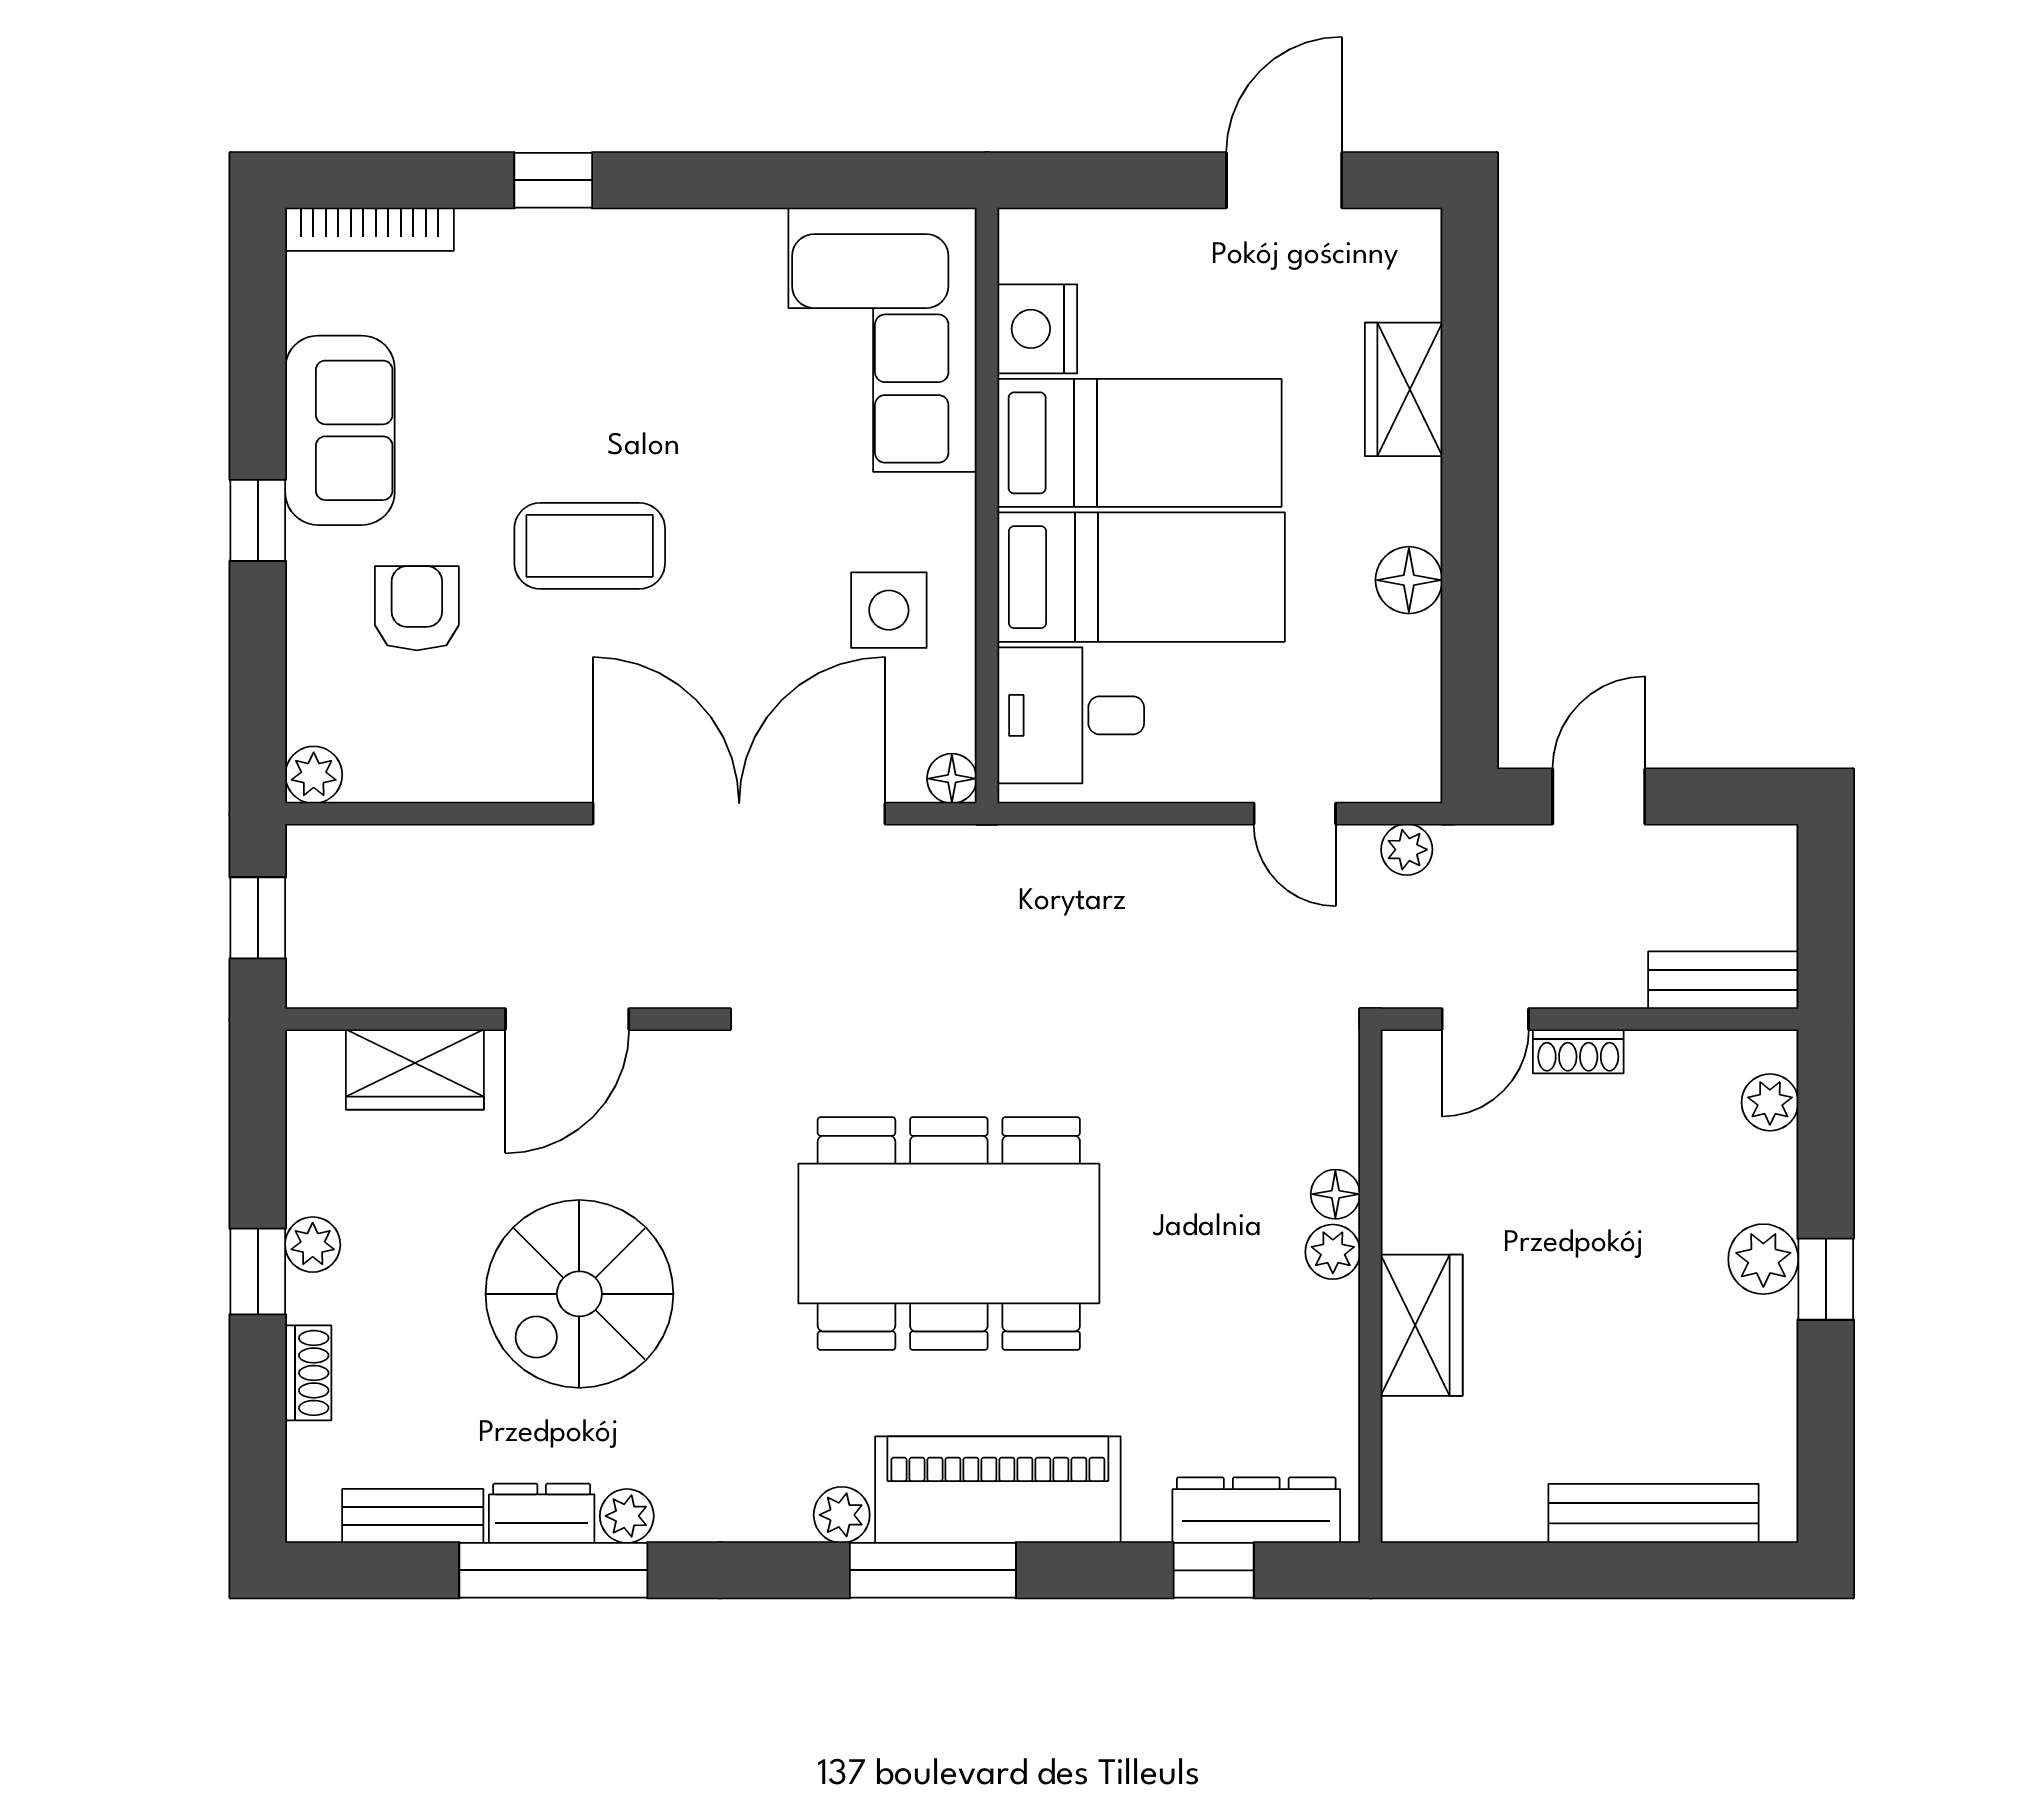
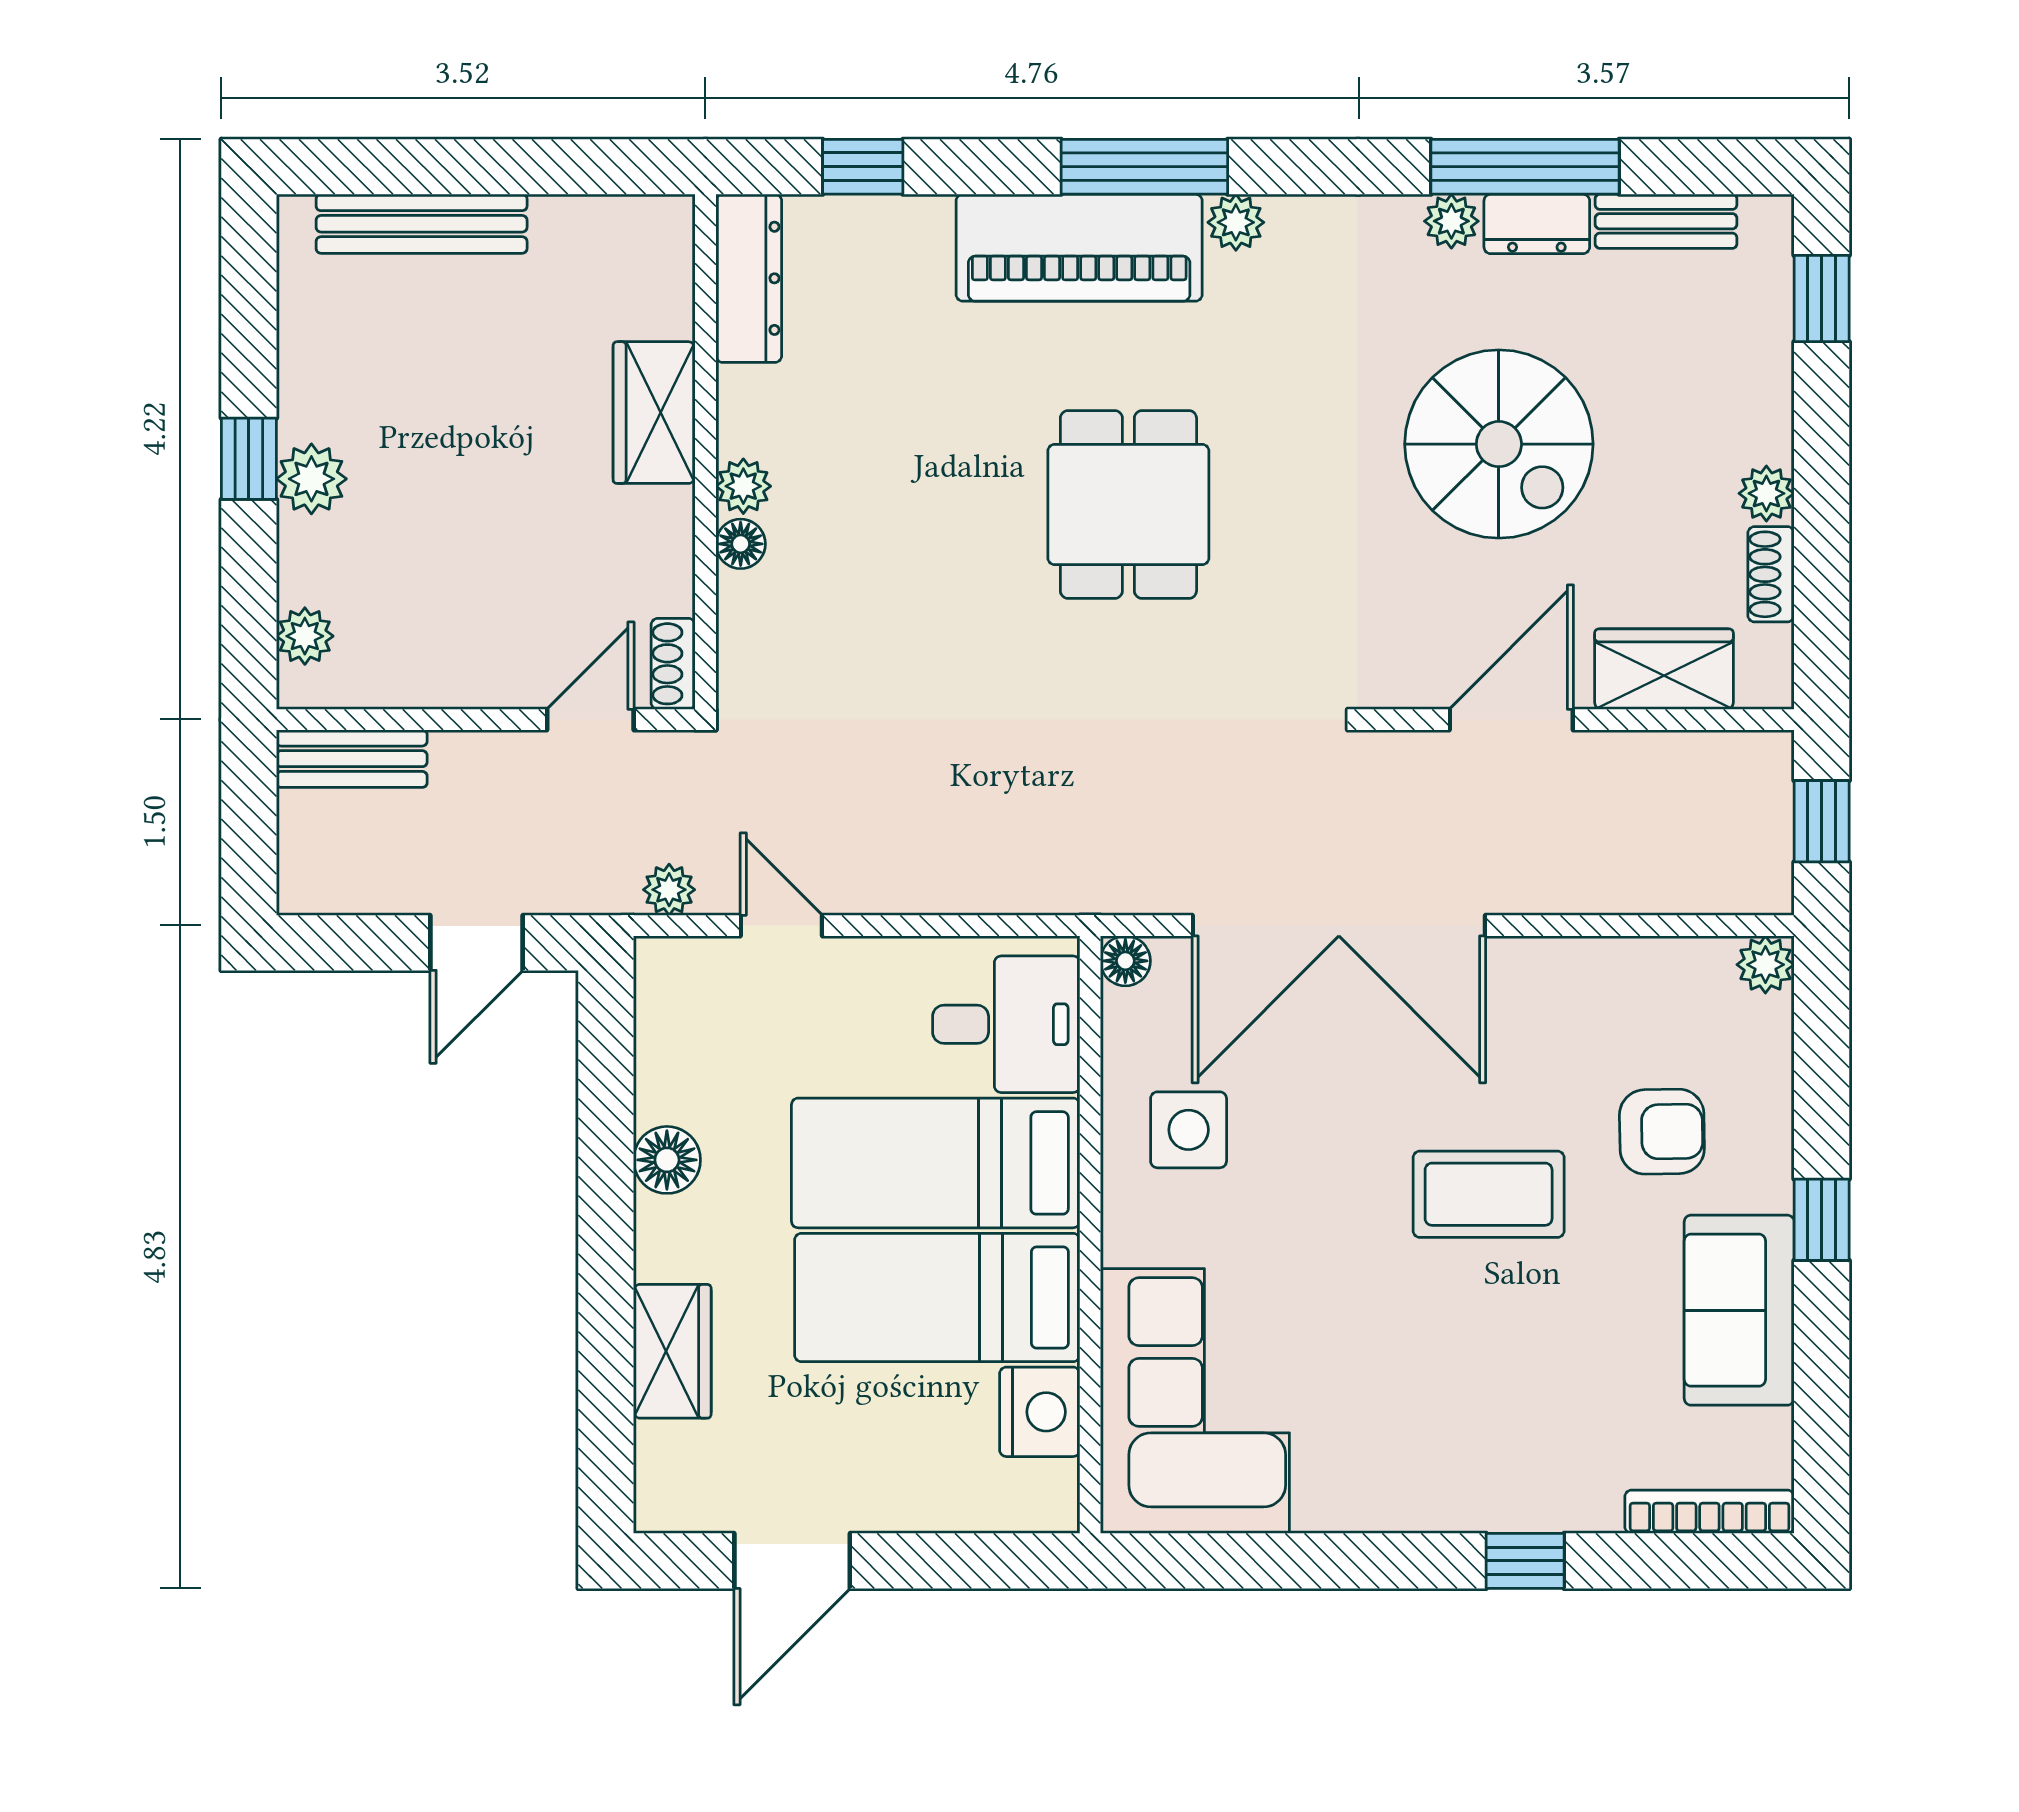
armchair: (417, 608) -> (1662, 1132), turned -91
shoe rack: (1578, 1051) -> (673, 664), moved, turned -90
dining table: (949, 1234) -> (1128, 504), width x0.53, depth x0.80
window: (258, 1271) -> (1822, 299), moved
spiral stairs: (579, 1294) -> (1499, 444), turned 90
shoe rack: (308, 1373) -> (1771, 574), moved
dresser: (1256, 1510) -> (749, 278), moved, turned -90

